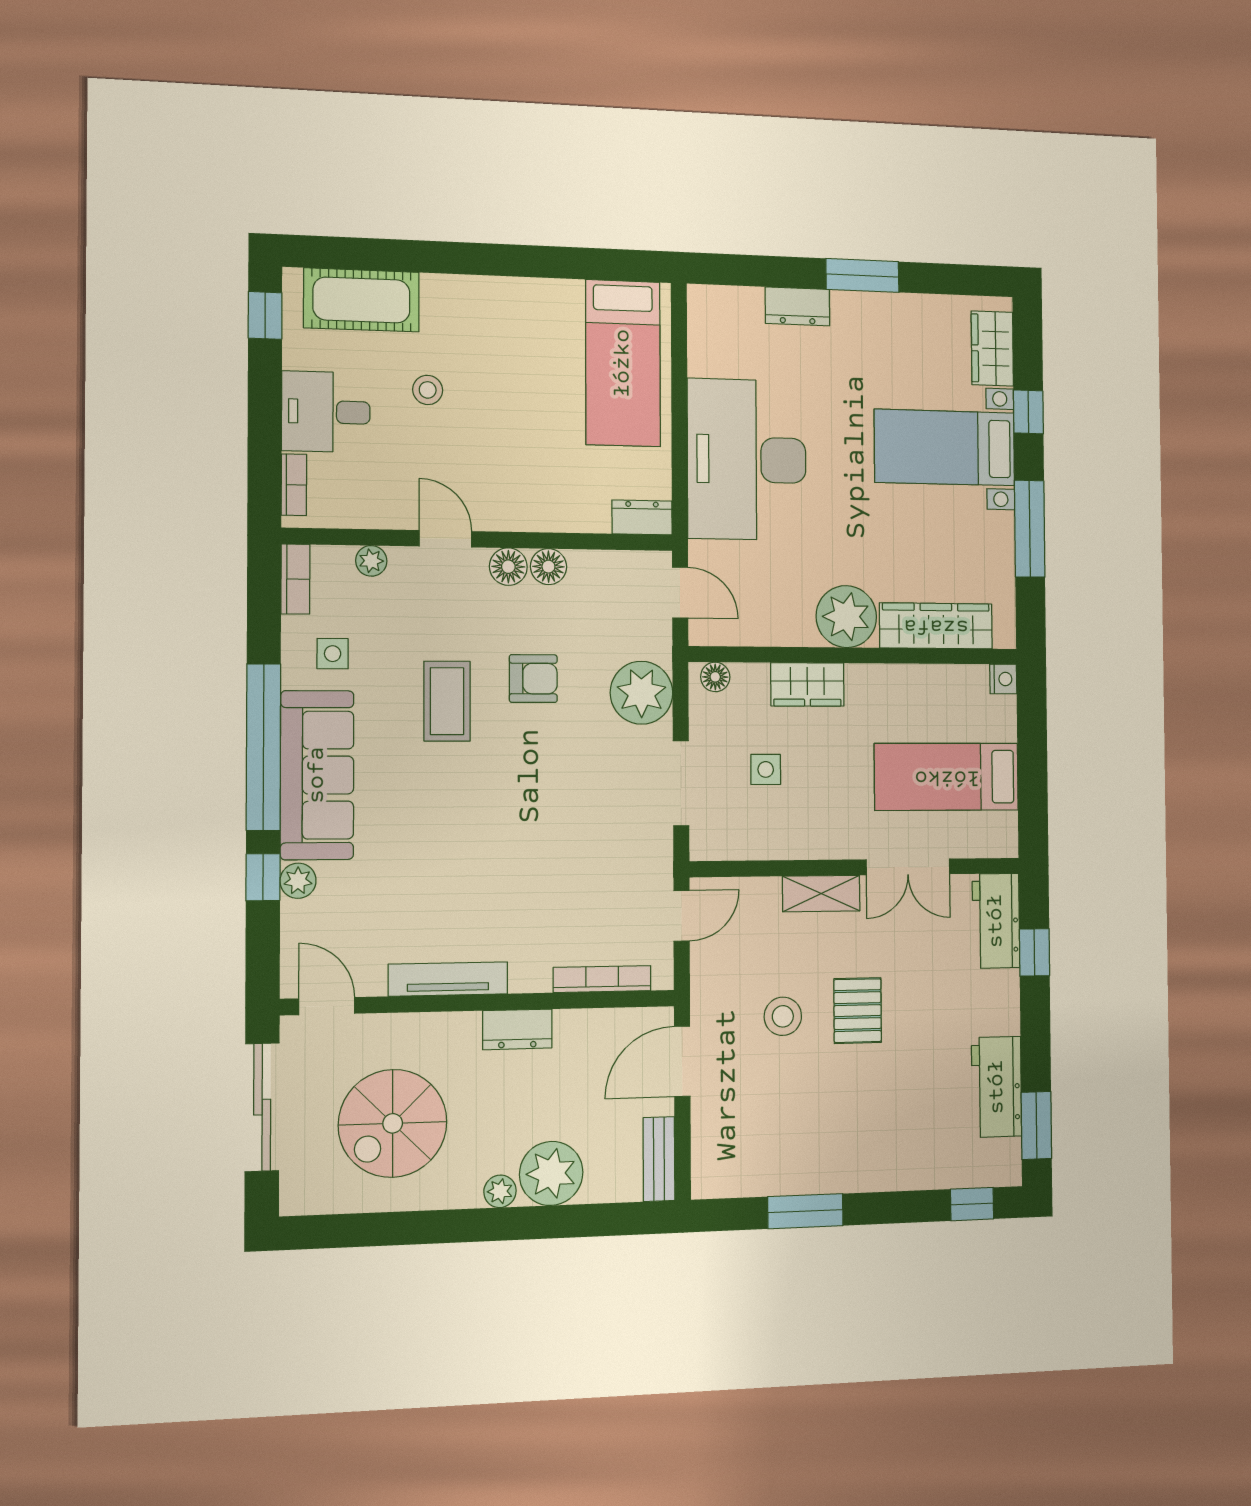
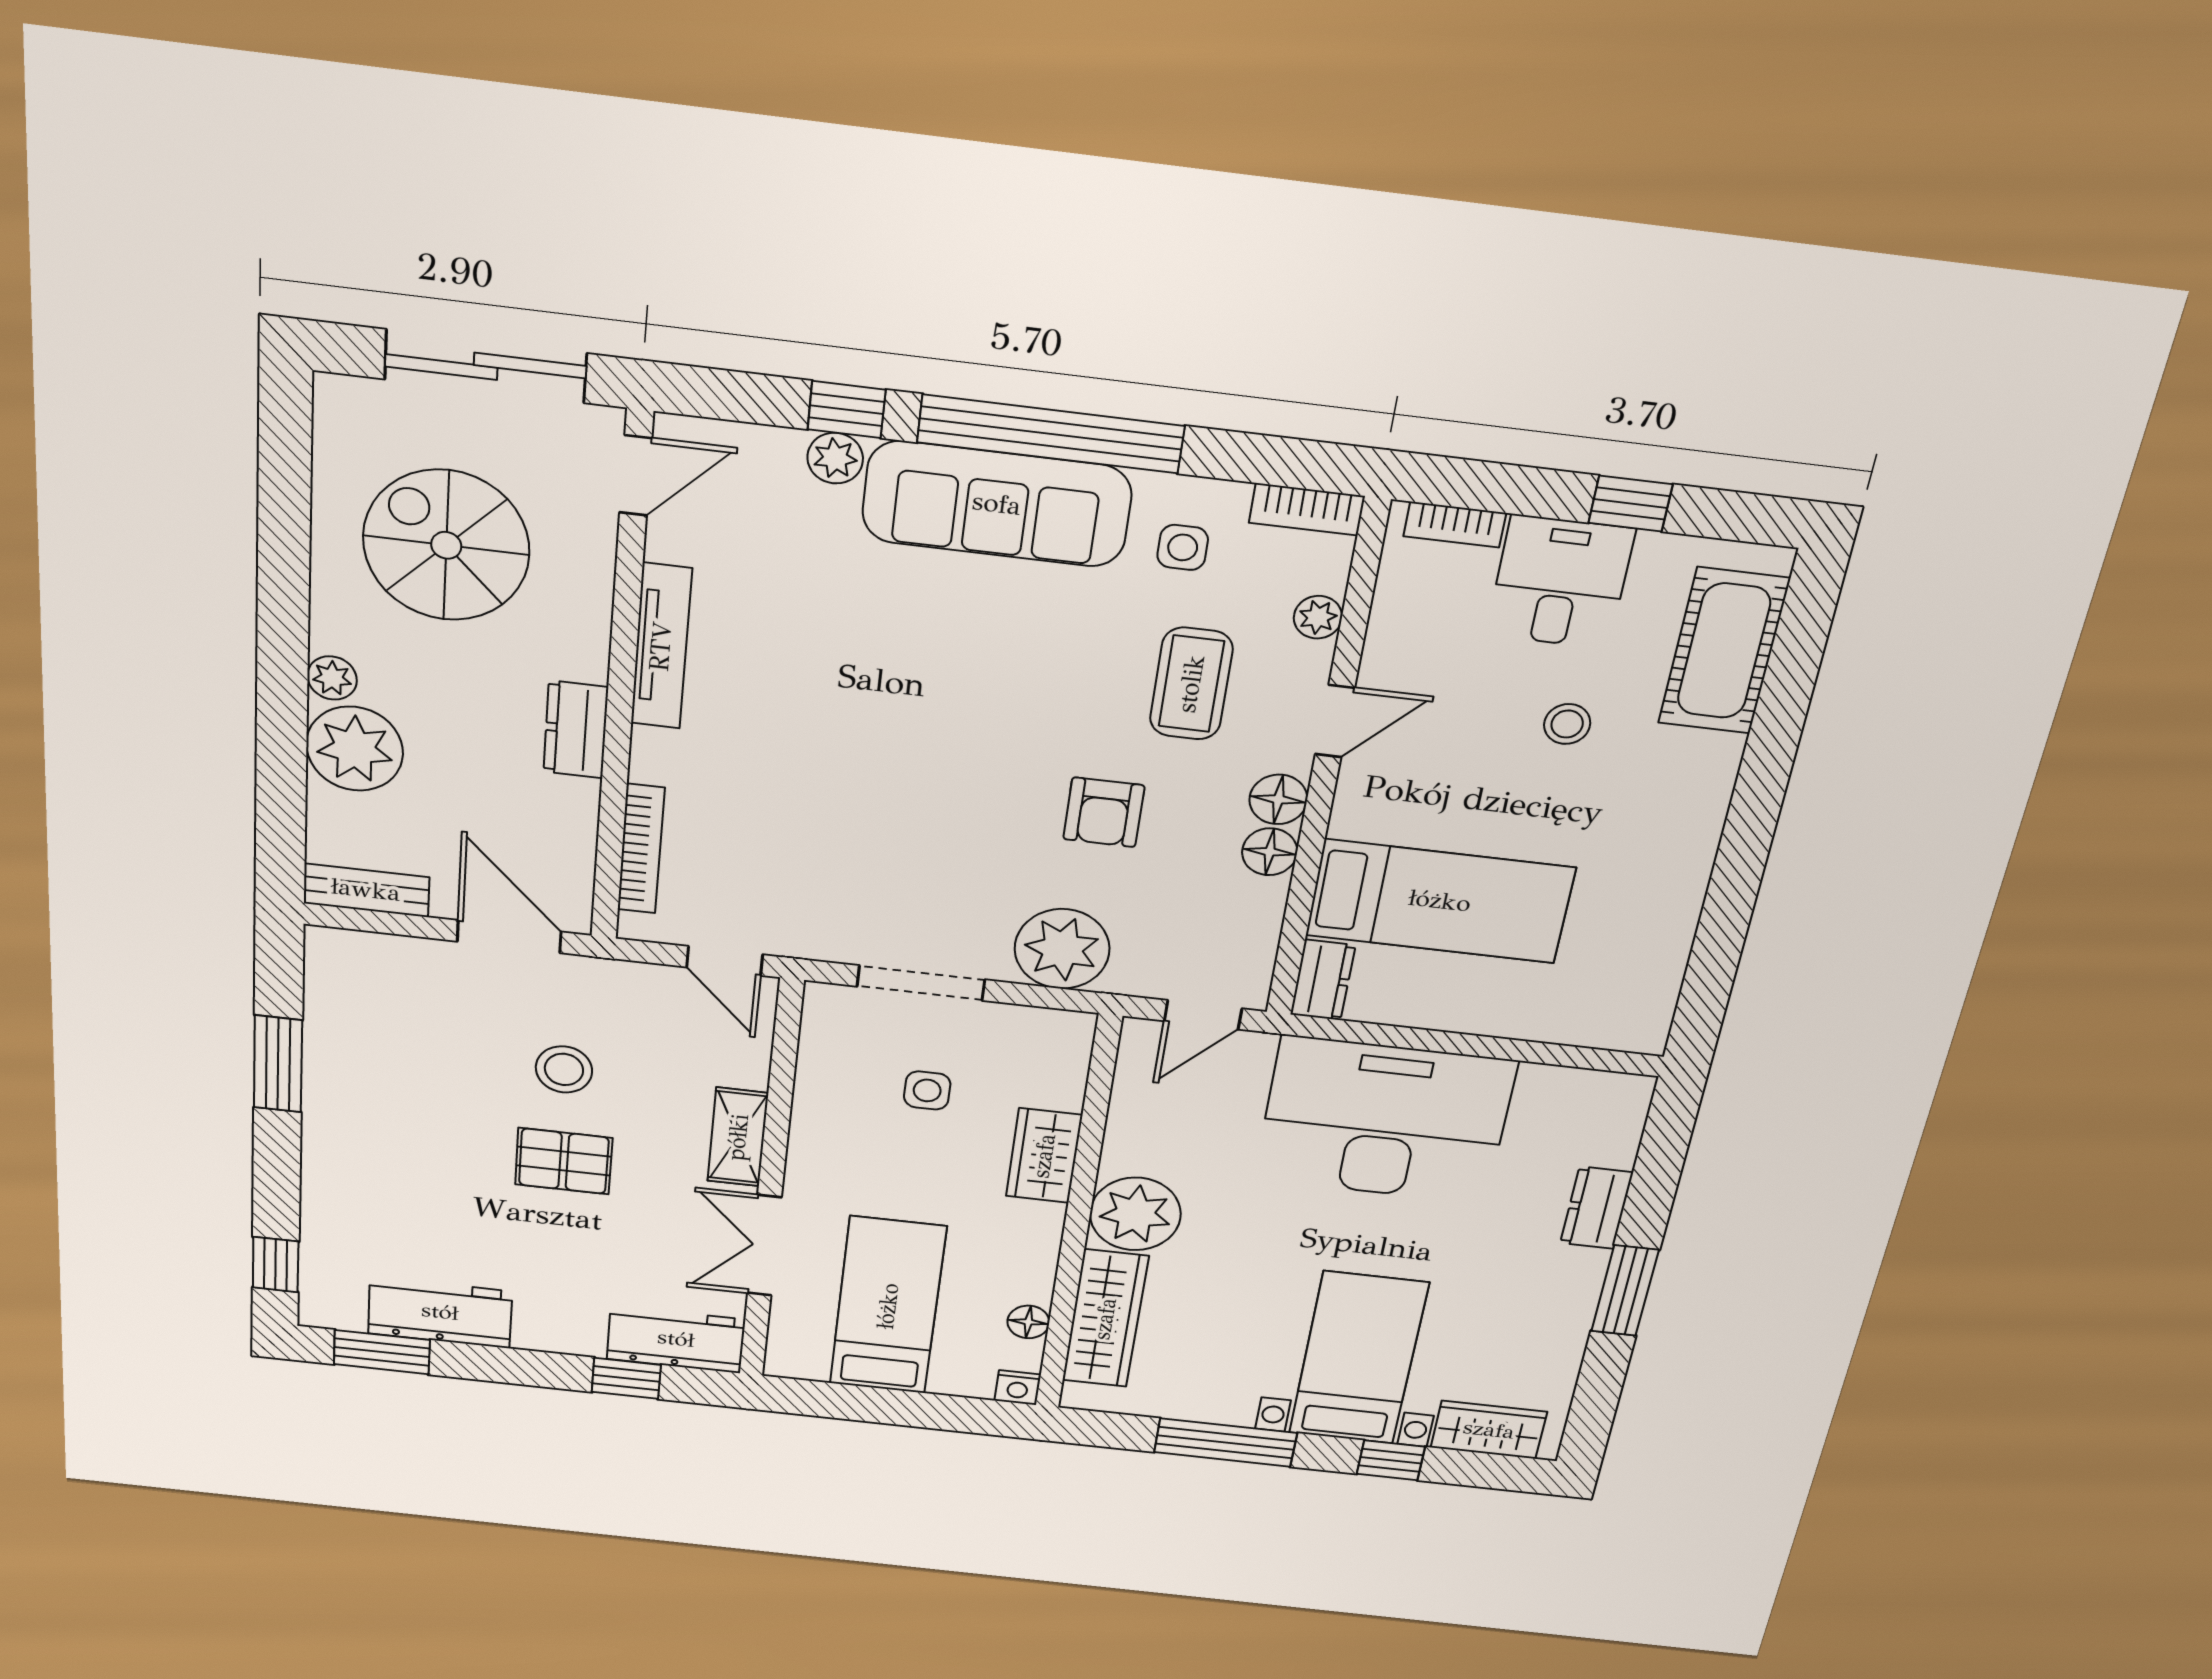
window: (265, 315) -> (1631, 504), moved
bed: (623, 363) -> (1440, 901), moved, turned 180
floor lamp: (715, 677) -> (1028, 1322), moved
coffee table: (447, 701) -> (1191, 684), moved, turned 90

